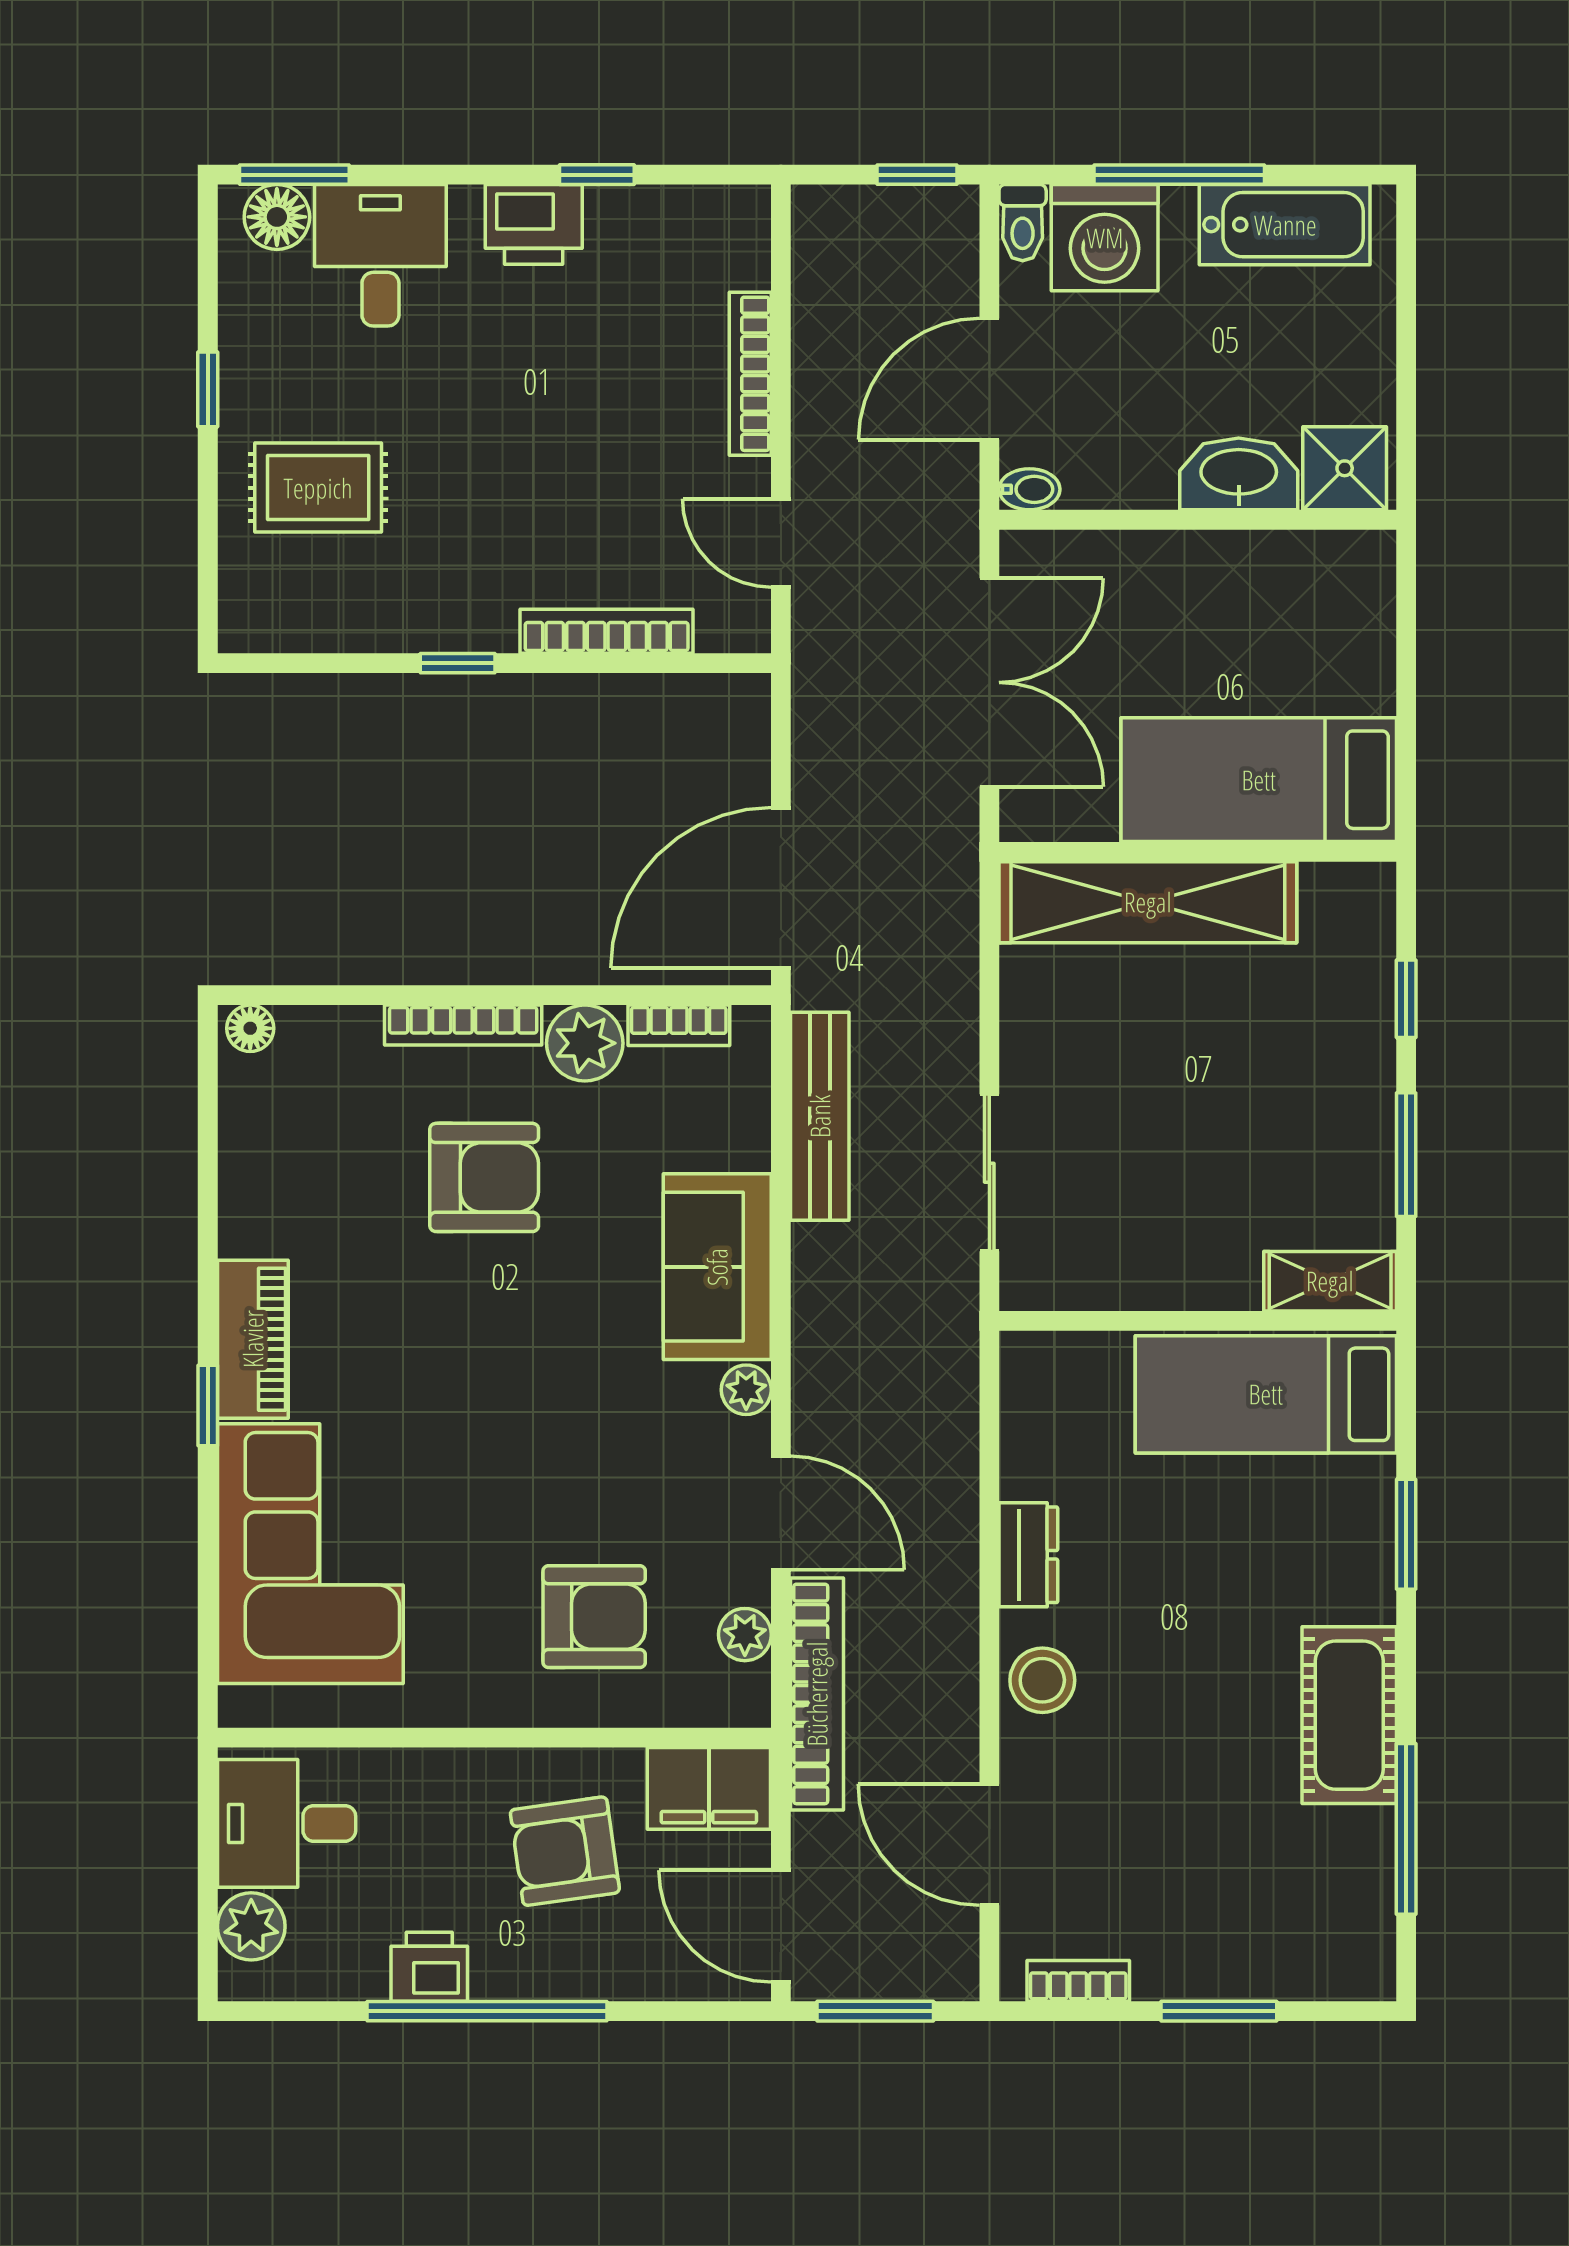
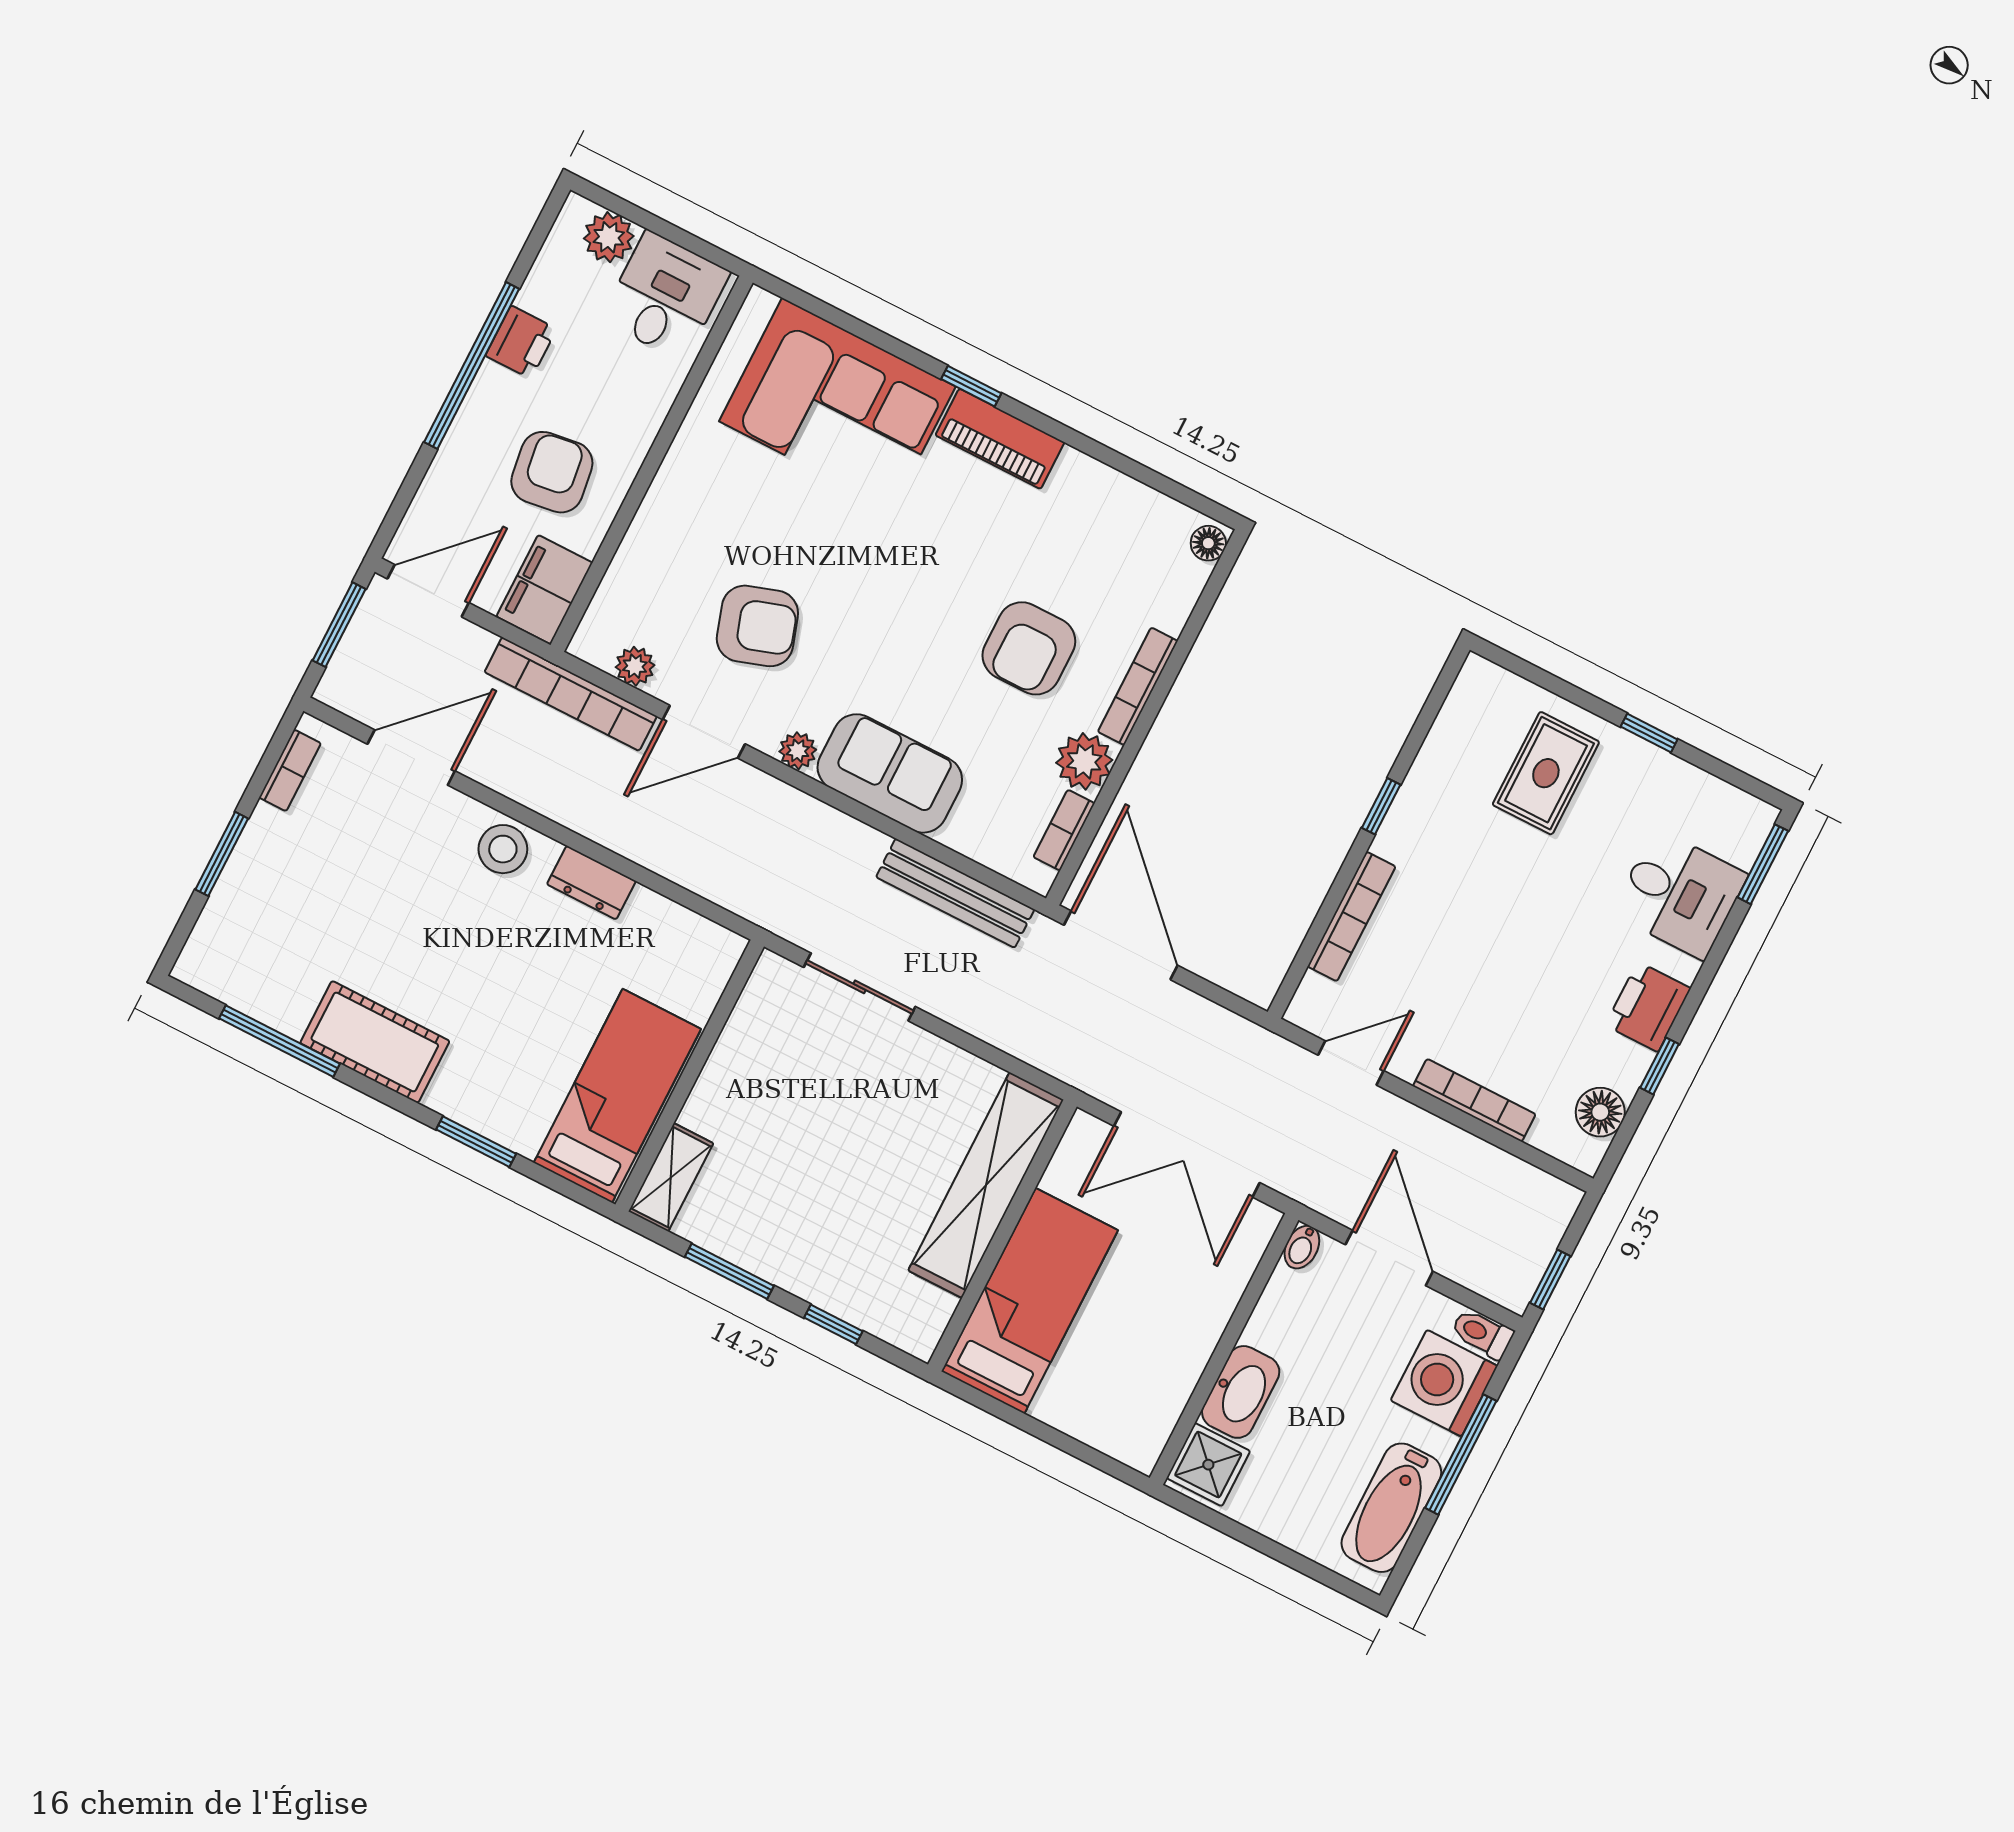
floor lamp: (277, 217) -> (1600, 1112), moved
armchair: (594, 1617) -> (757, 626), moved, turned -108

